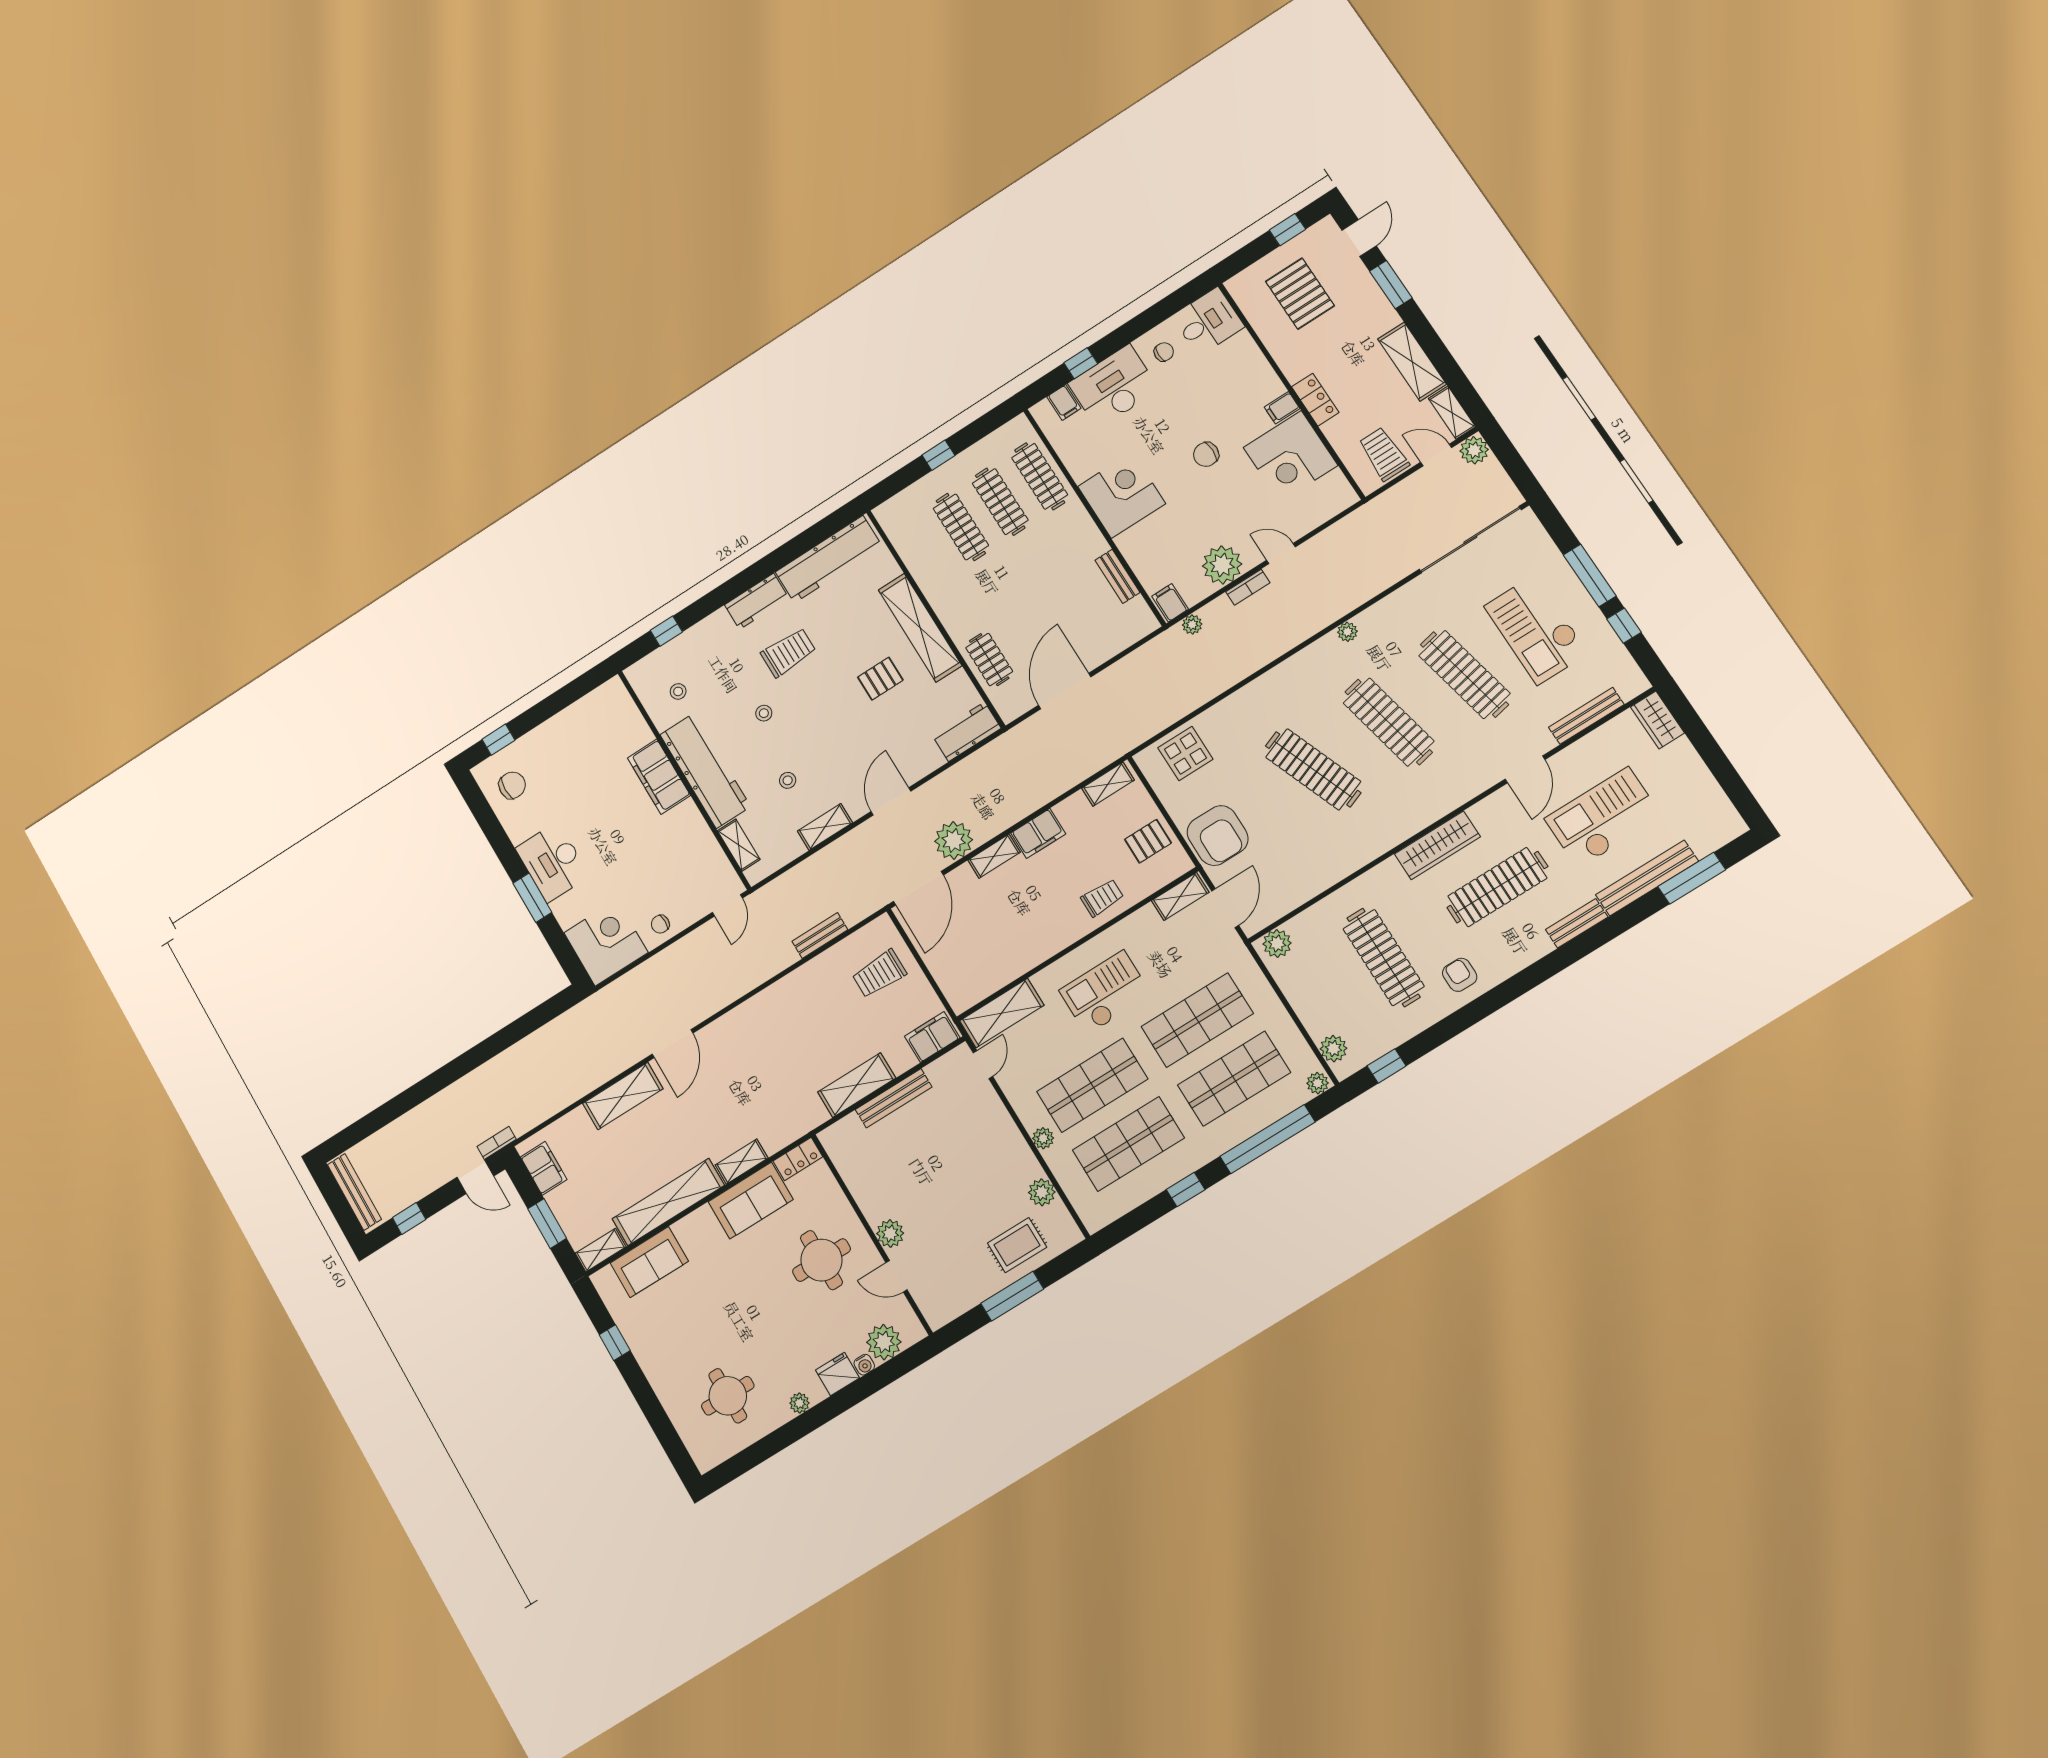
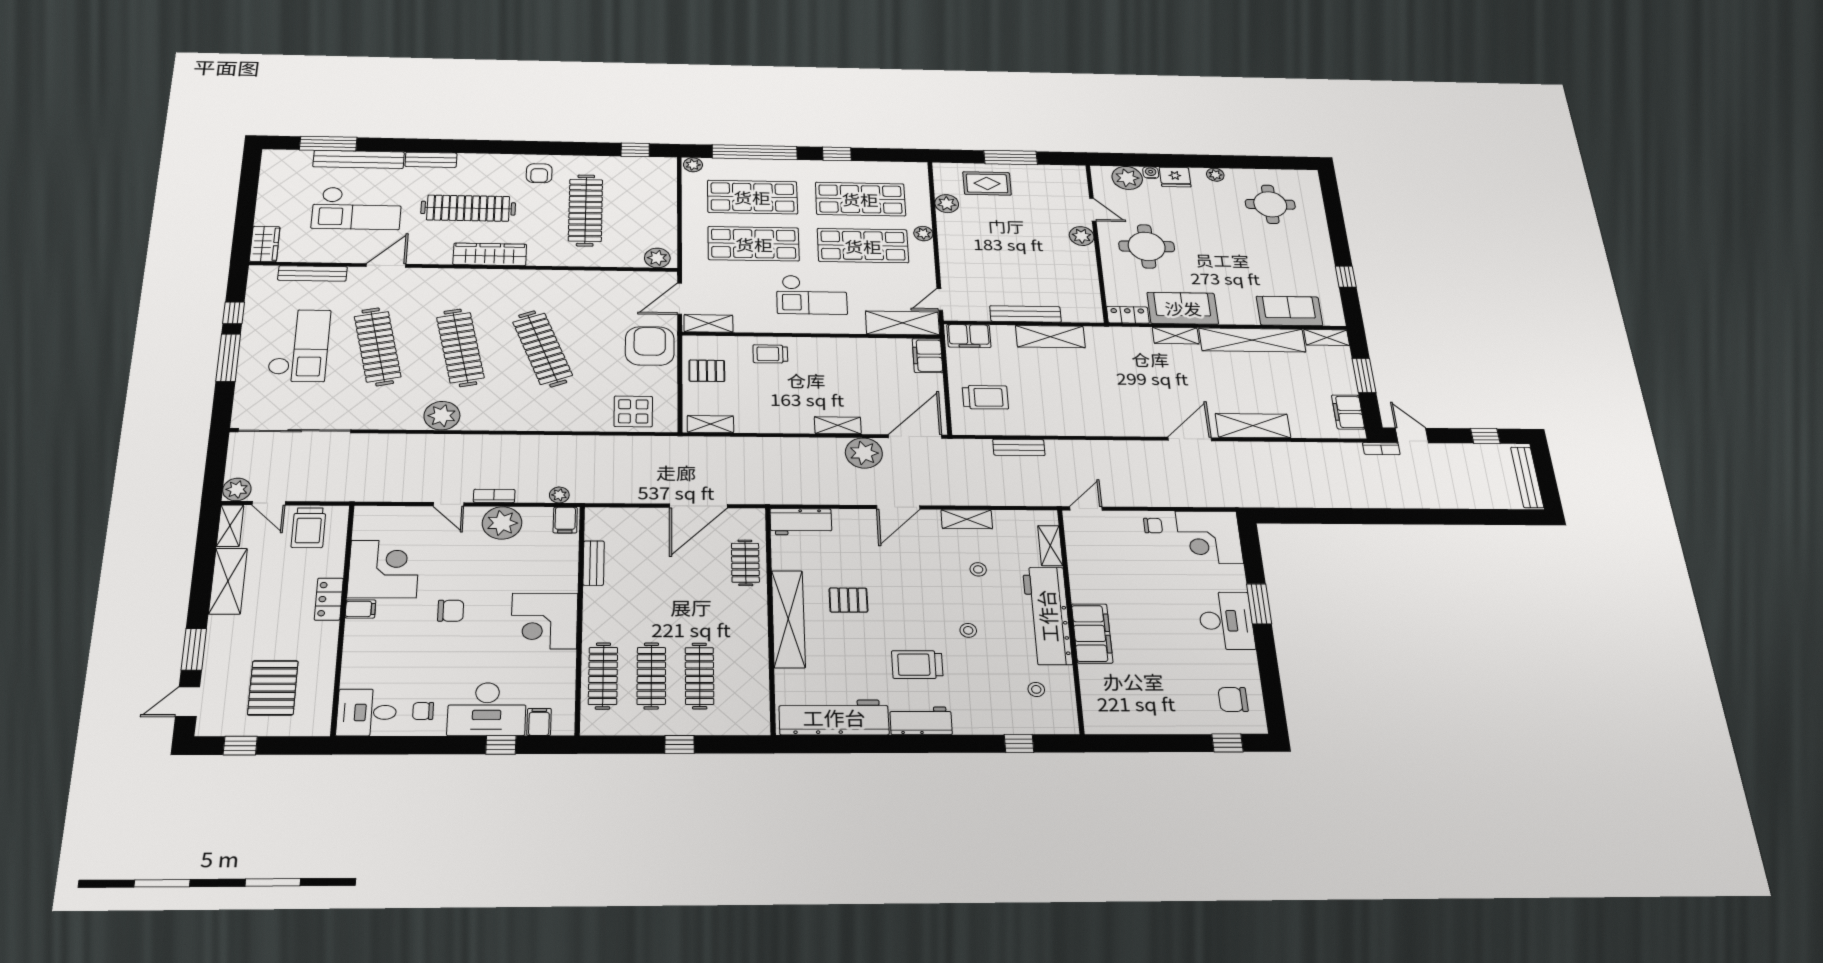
plant: (1347, 632) -> (442, 416), width x1.87, depth x1.87
filing cabinet: (1038, 833) -> (928, 356), moved, turned -90
plant: (1333, 1049) -> (665, 178), removed

